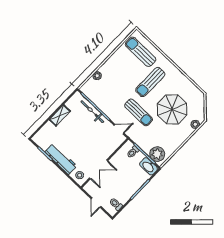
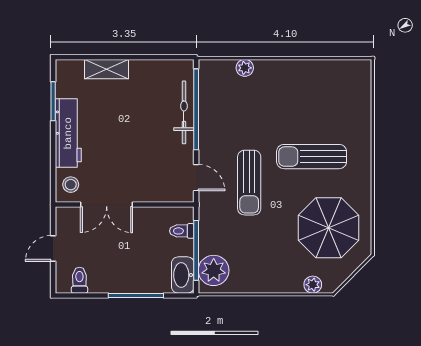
sun lounger: (141, 52) -> (343, 99), removed
parasol: (172, 109) -> (328, 228), moved
shelving: (60, 115) -> (106, 69), moved

